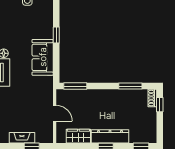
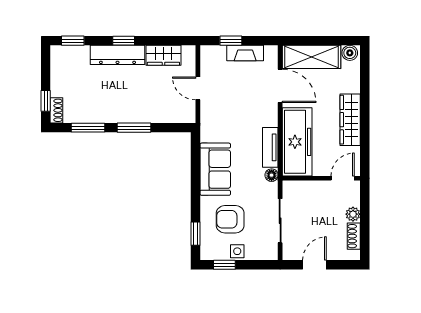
armchair: (32, 23) -> (230, 219), added
window: (56, 35) -> (195, 234), moved
window: (75, 86) -> (134, 128), moved

